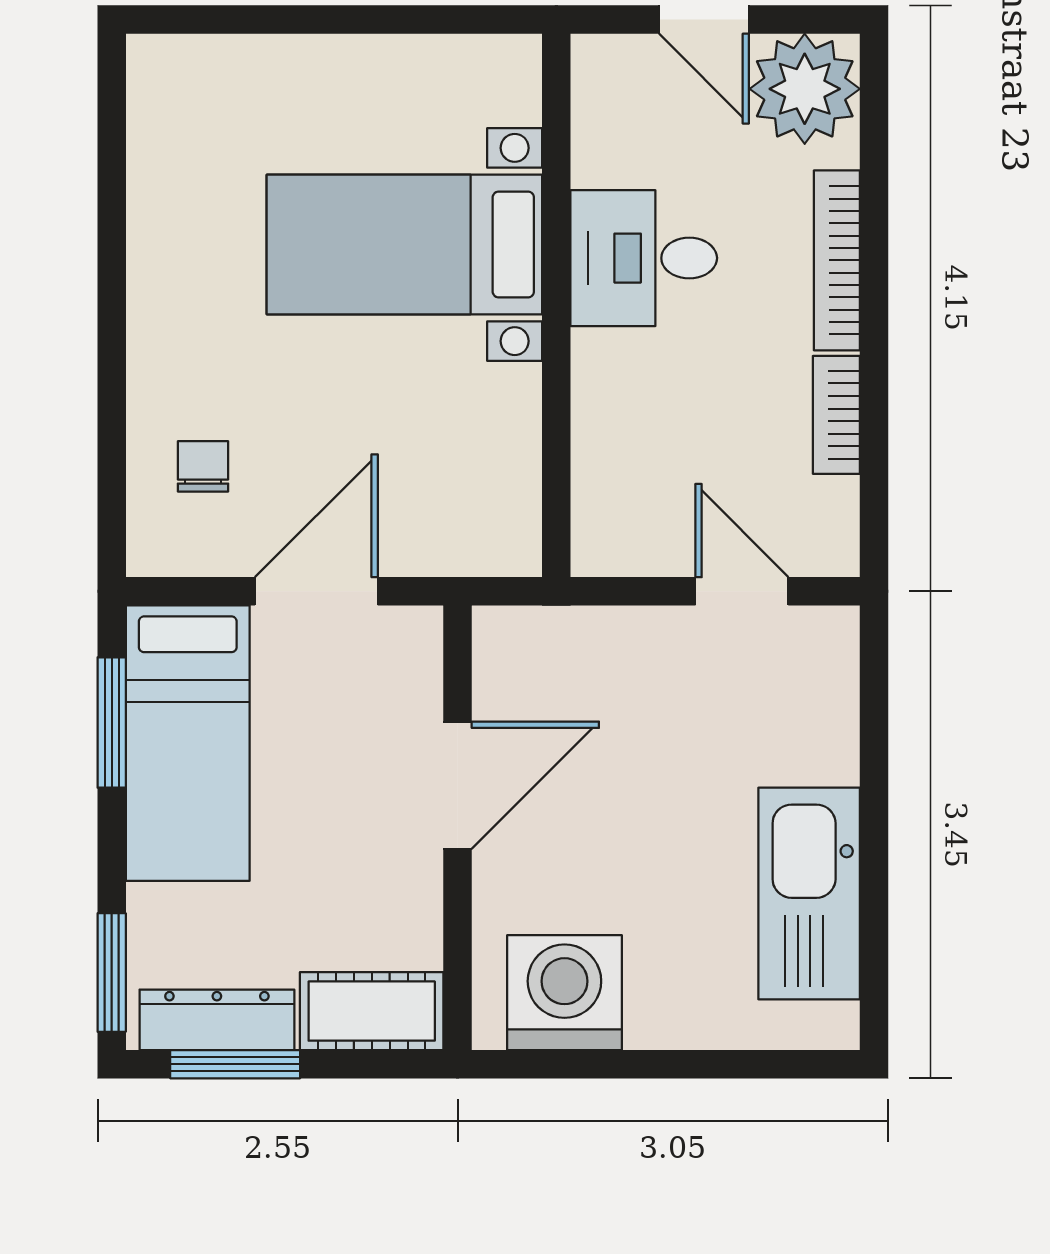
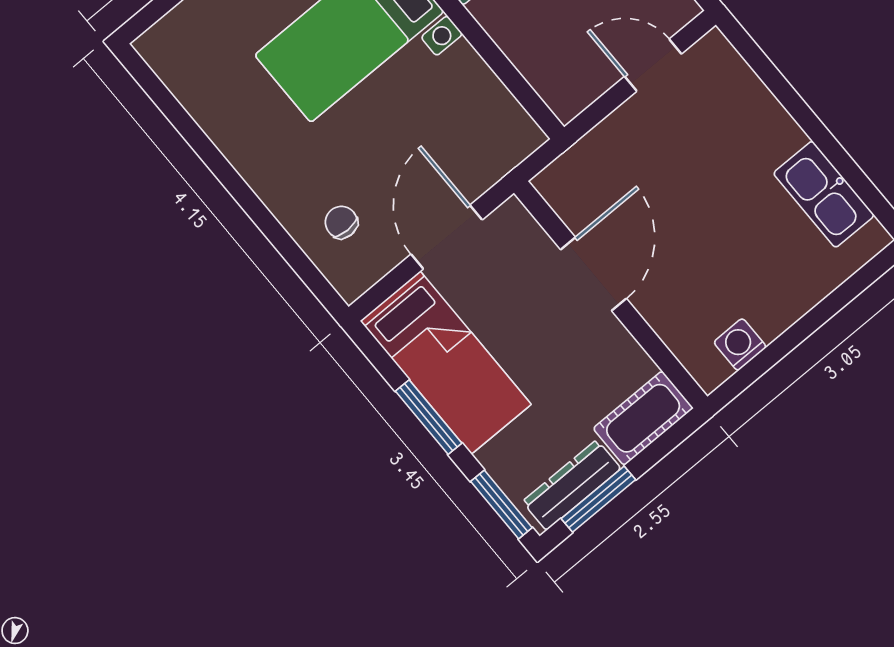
window: (112, 723) -> (429, 417), moved
kitchen sink: (809, 894) -> (824, 194), width x0.73, depth x0.81
washing machine: (564, 993) -> (740, 345), width x0.53, depth x0.53

